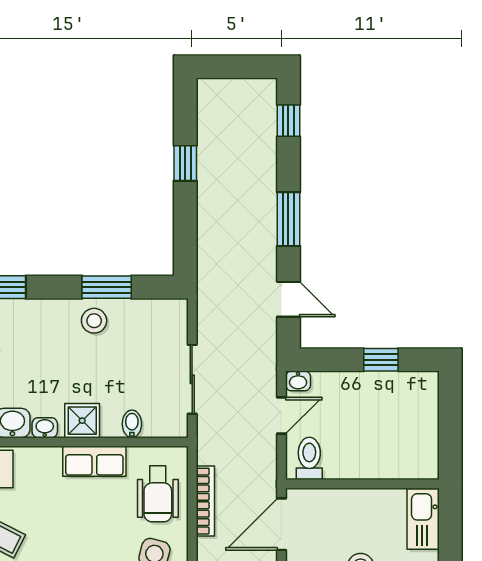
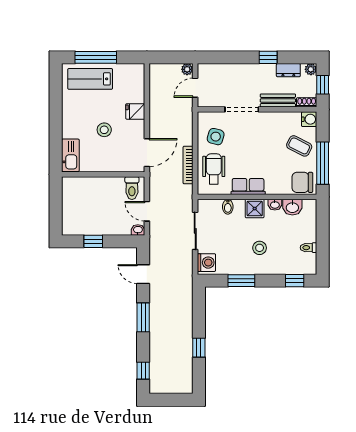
stool: (94, 321) -> (260, 248), moved
washing machine: (171, 321) -> (206, 263), added
door: (281, 416) -> (147, 211), hinge flipped

